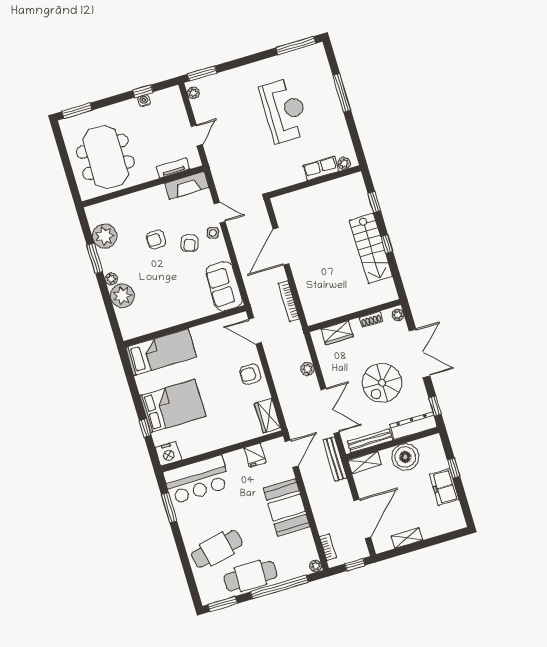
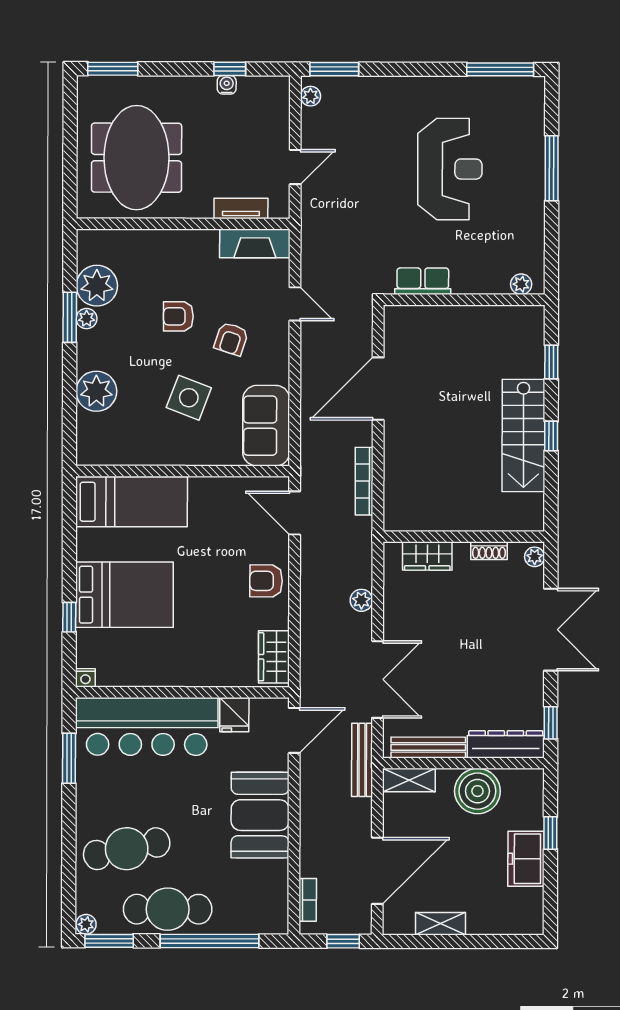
row of seats: (321, 168) -> (423, 281), moved
side table: (213, 233) -> (189, 398), moved, width x1.87, depth x1.87
plant: (111, 279) -> (87, 319), moved
spiral stairs: (382, 383) -> (476, 659), removed
nightstand: (168, 454) -> (85, 678), width x0.53, depth x0.56
bar counter: (197, 480) -> (147, 726), width x1.36
plant: (316, 566) -> (86, 924), moved

